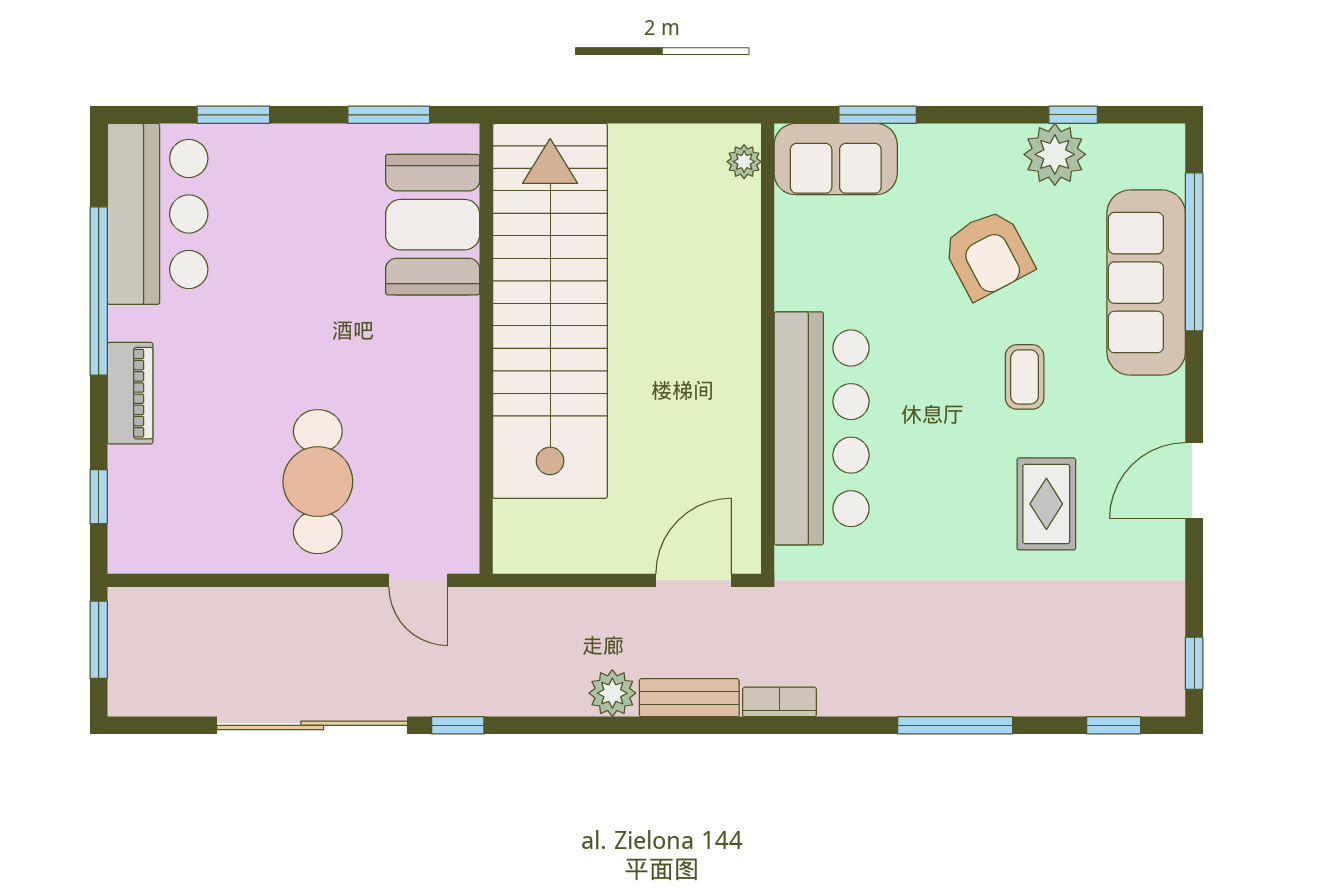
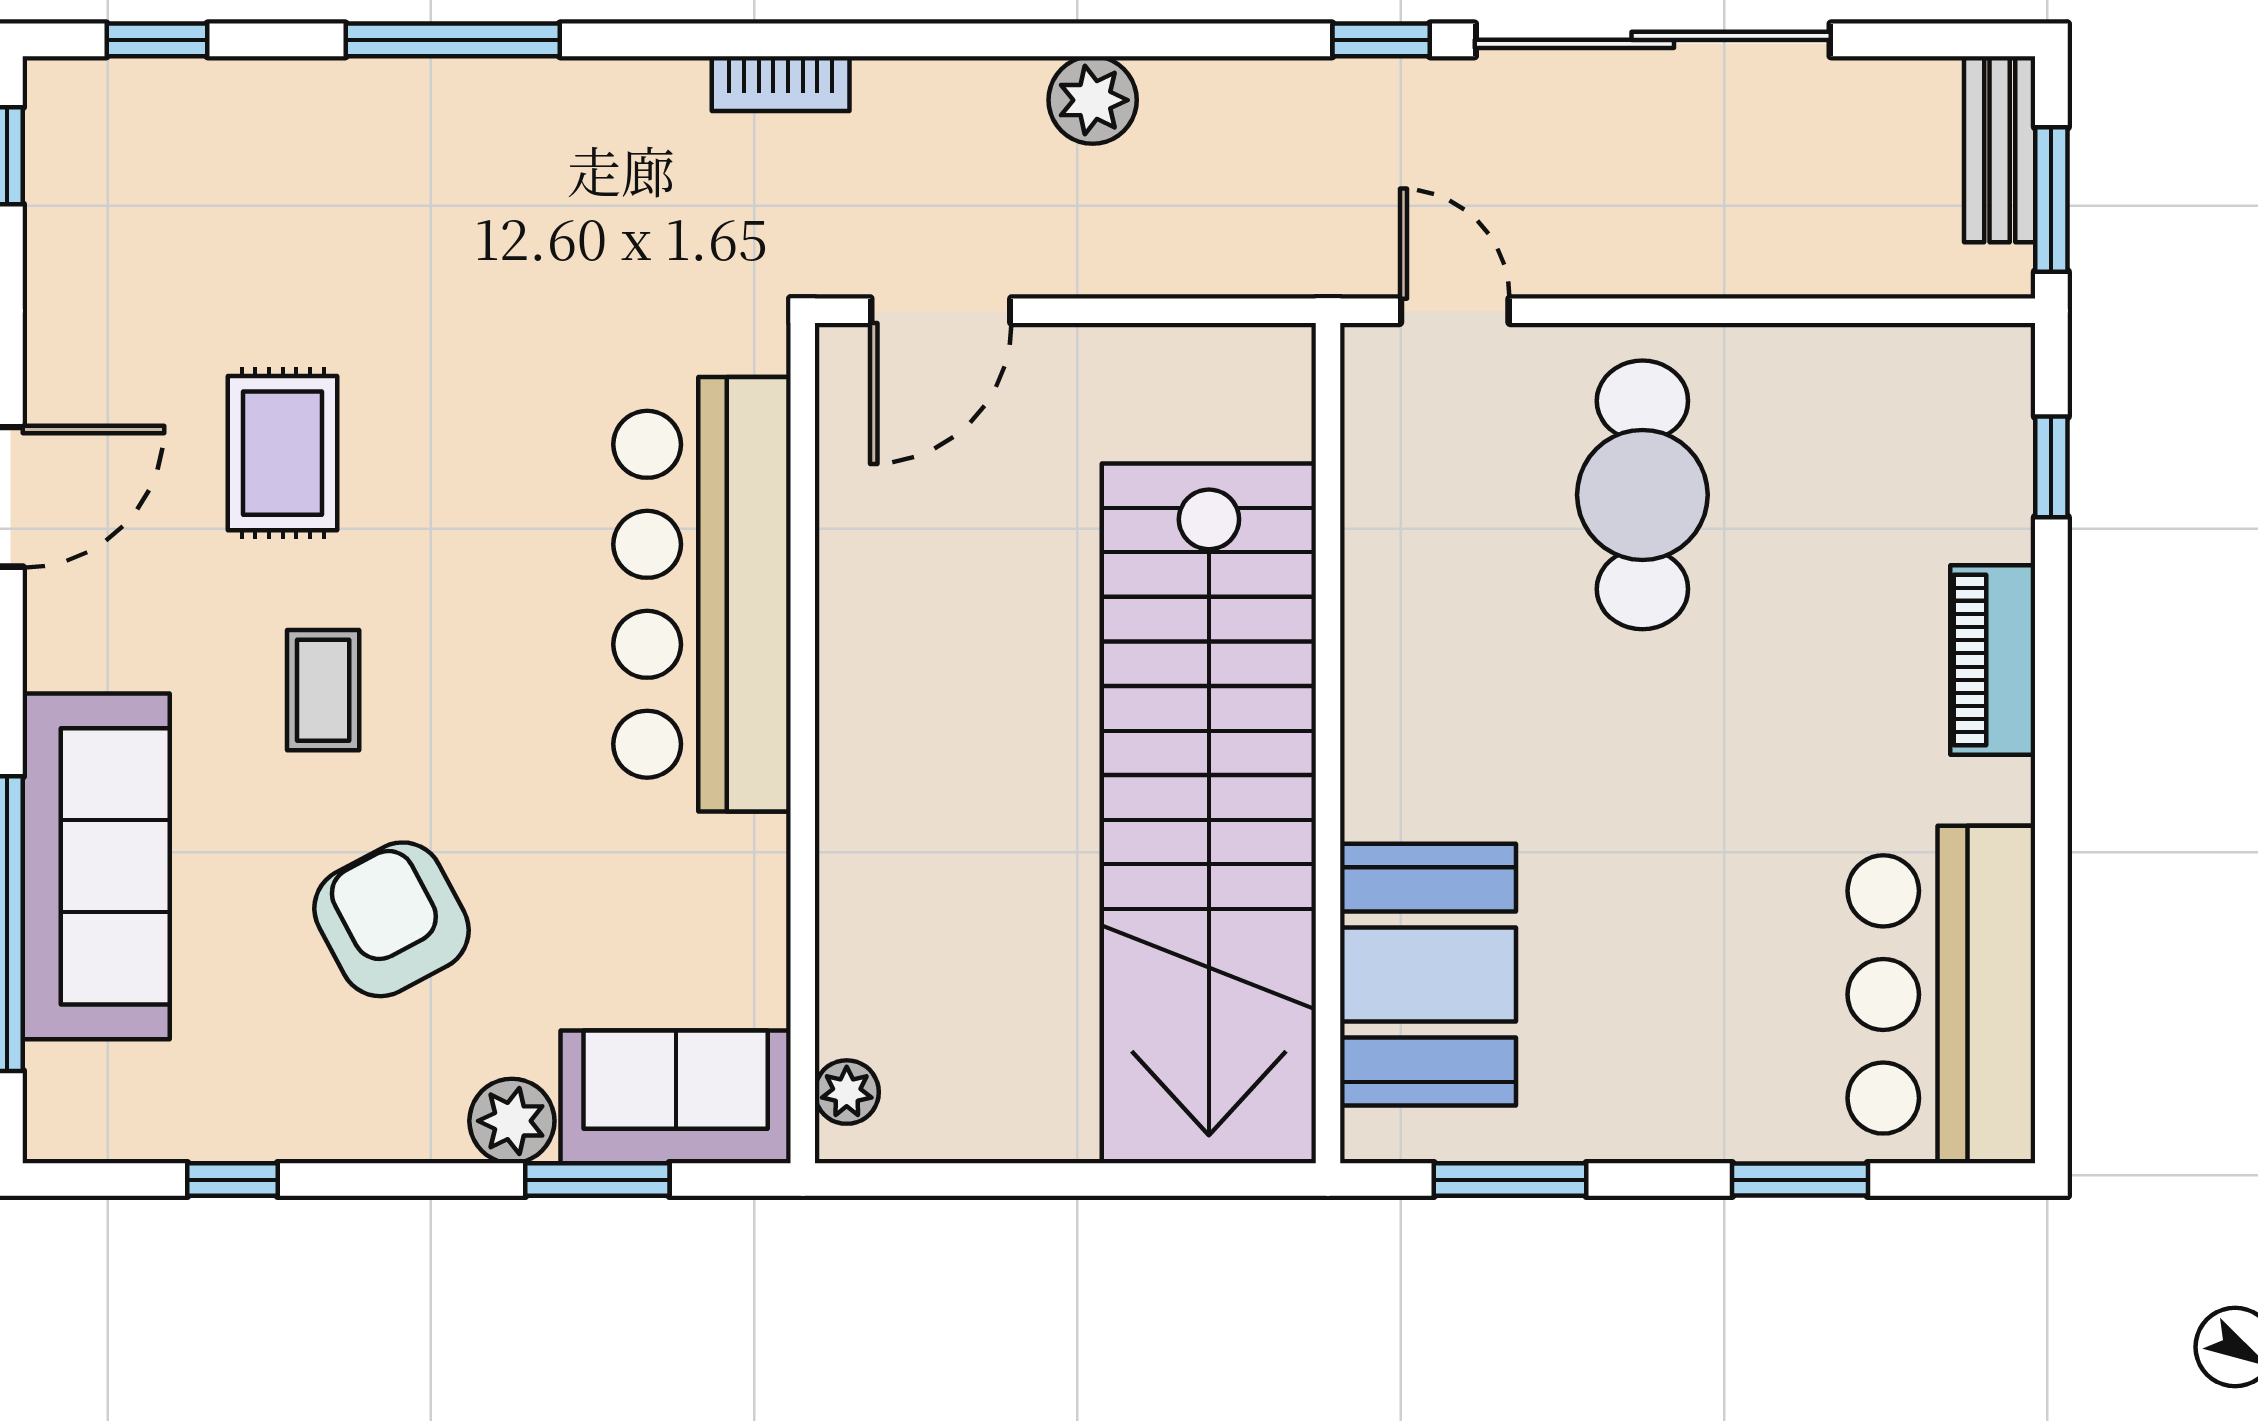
plant: (1055, 154) -> (512, 1121), moved, width x0.73, depth x0.73
window: (99, 291) -> (2051, 851), removed
bench: (689, 698) -> (2000, 149), moved, turned 90

